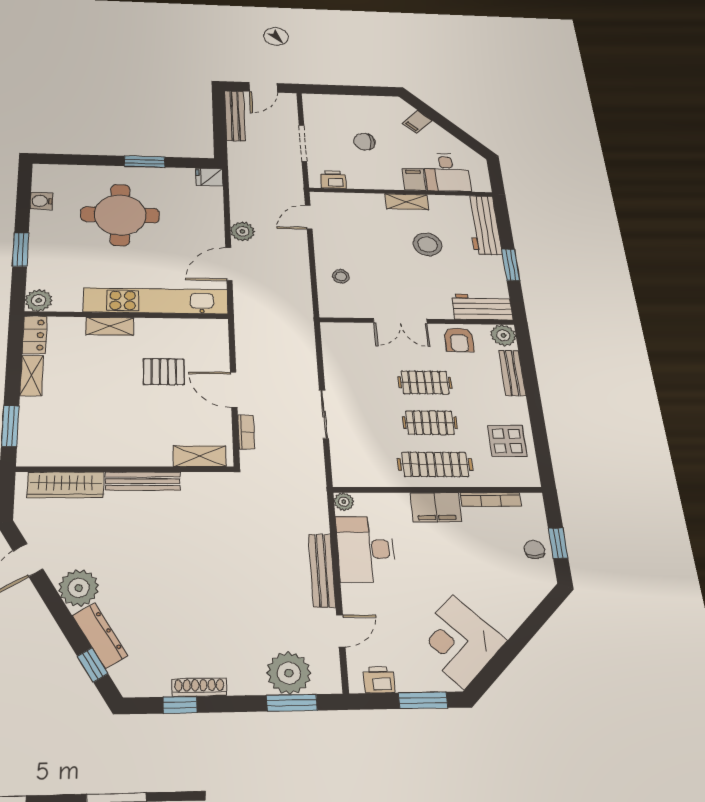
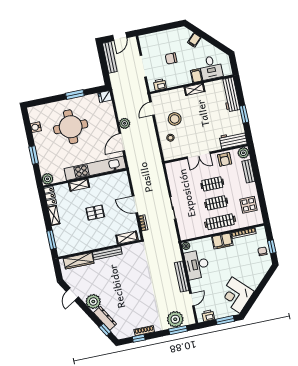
stool: (428, 244) -> (175, 119), moved
pallet: (164, 372) -> (95, 213), moved

